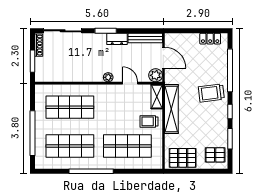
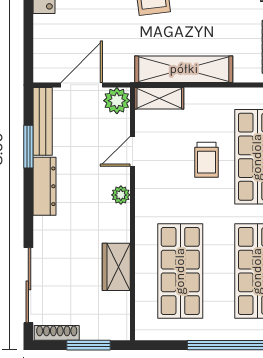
window: (106, 31) -> (28, 147), moved
dresser: (117, 39) -> (44, 186), width x1.44
wardrobe: (72, 75) -> (116, 267), added
trolley: (149, 121) -> (207, 160), moved

